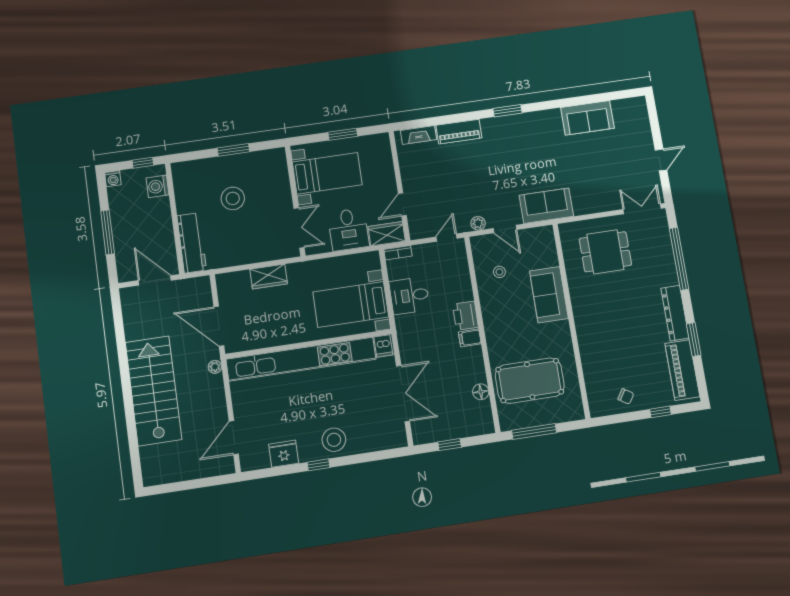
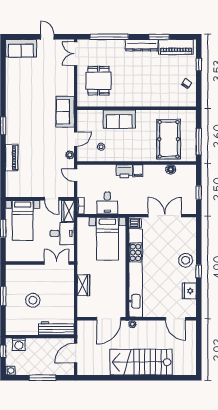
sofa: (587, 118) -> (21, 48), moved, turned 90
fireplace: (419, 135) -> (10, 182), removed
bed with nightstands: (327, 173) -> (23, 220), moved, turned 180

